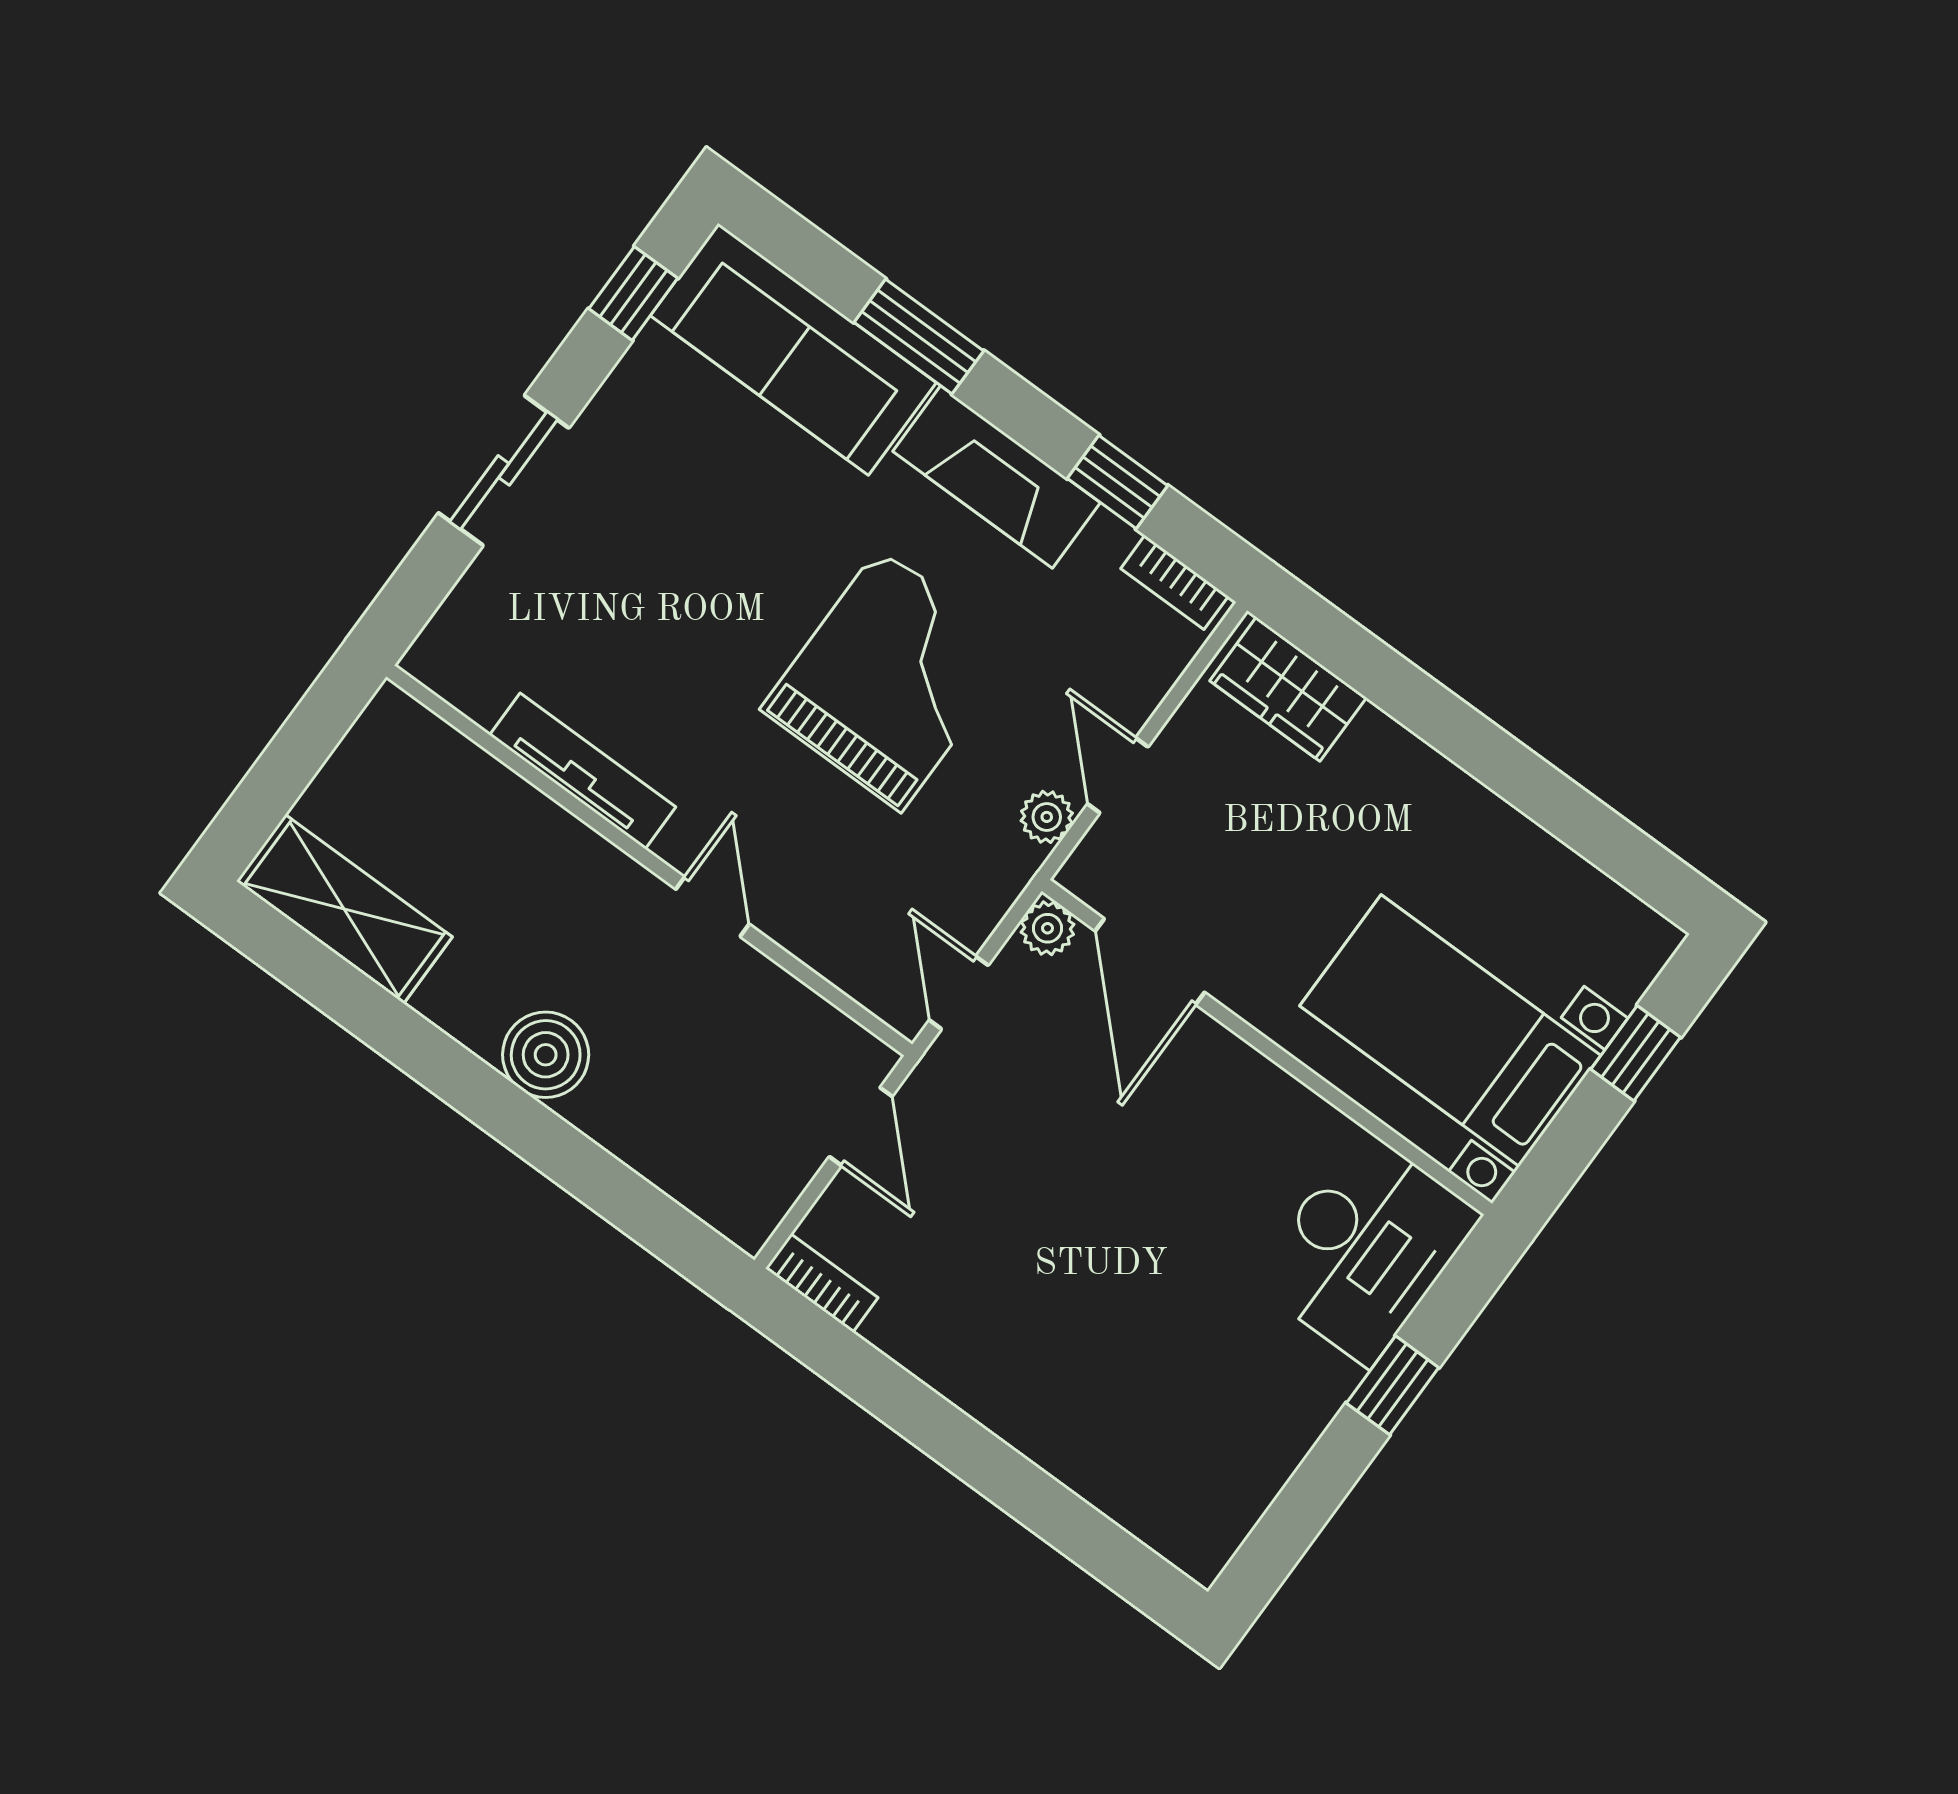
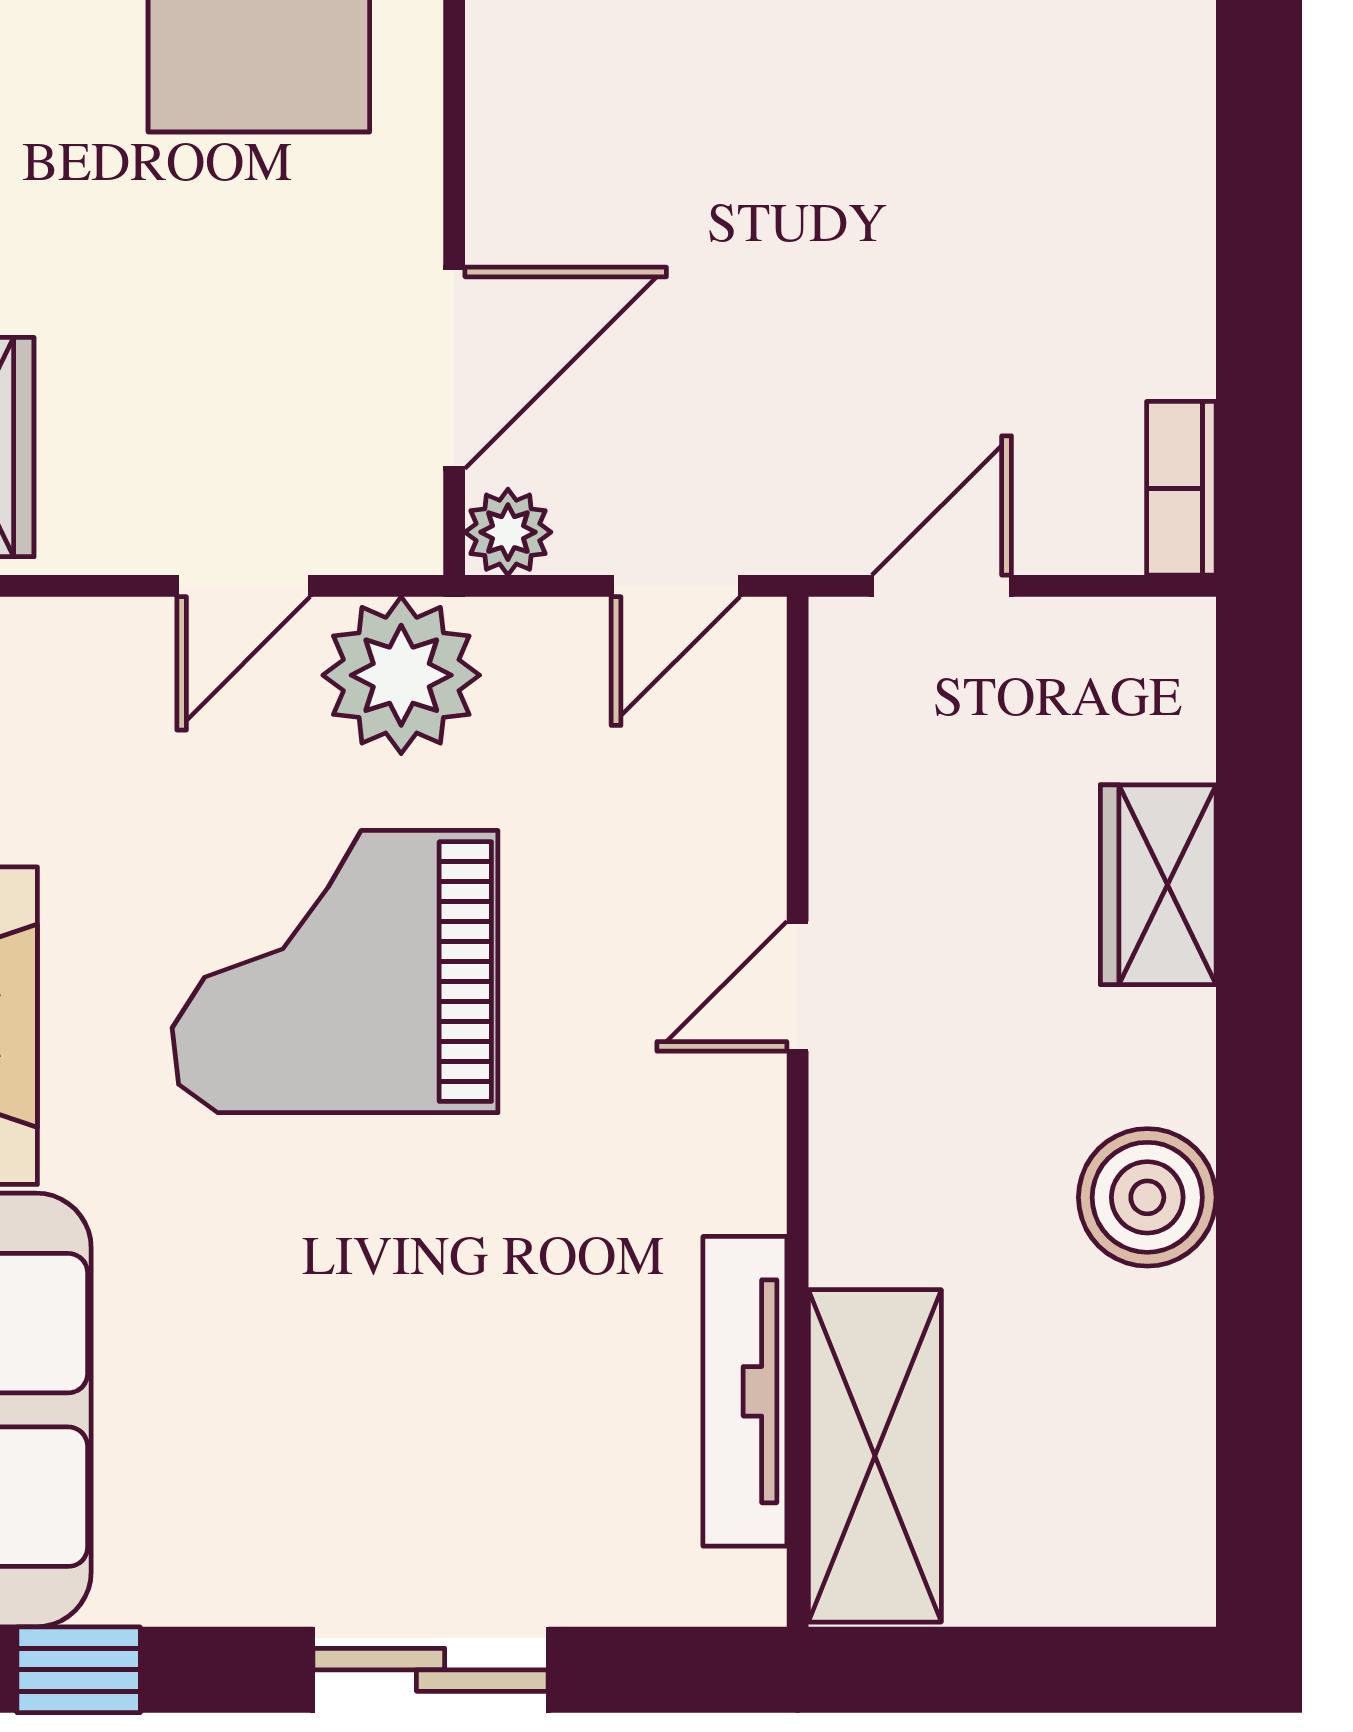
tv unit: (583, 771) -> (745, 1391), moved
plant: (1047, 817) -> (401, 675), width x1.88, depth x1.88
shelving: (344, 909) -> (875, 1456), moved
boiler: (546, 1055) -> (1147, 1197), moved
wardrobe: (631, 1125) -> (1158, 885), added

